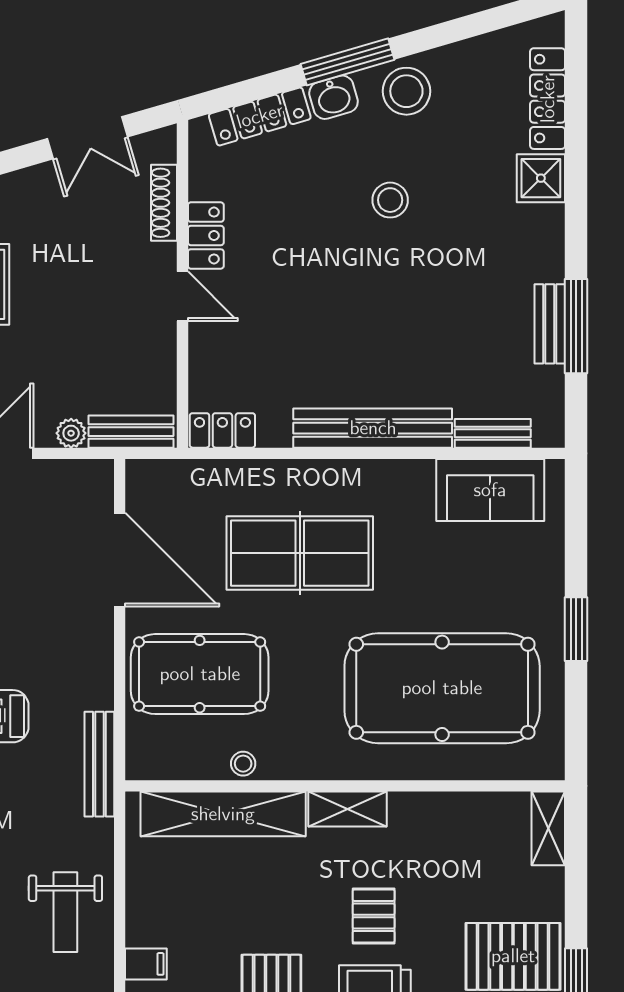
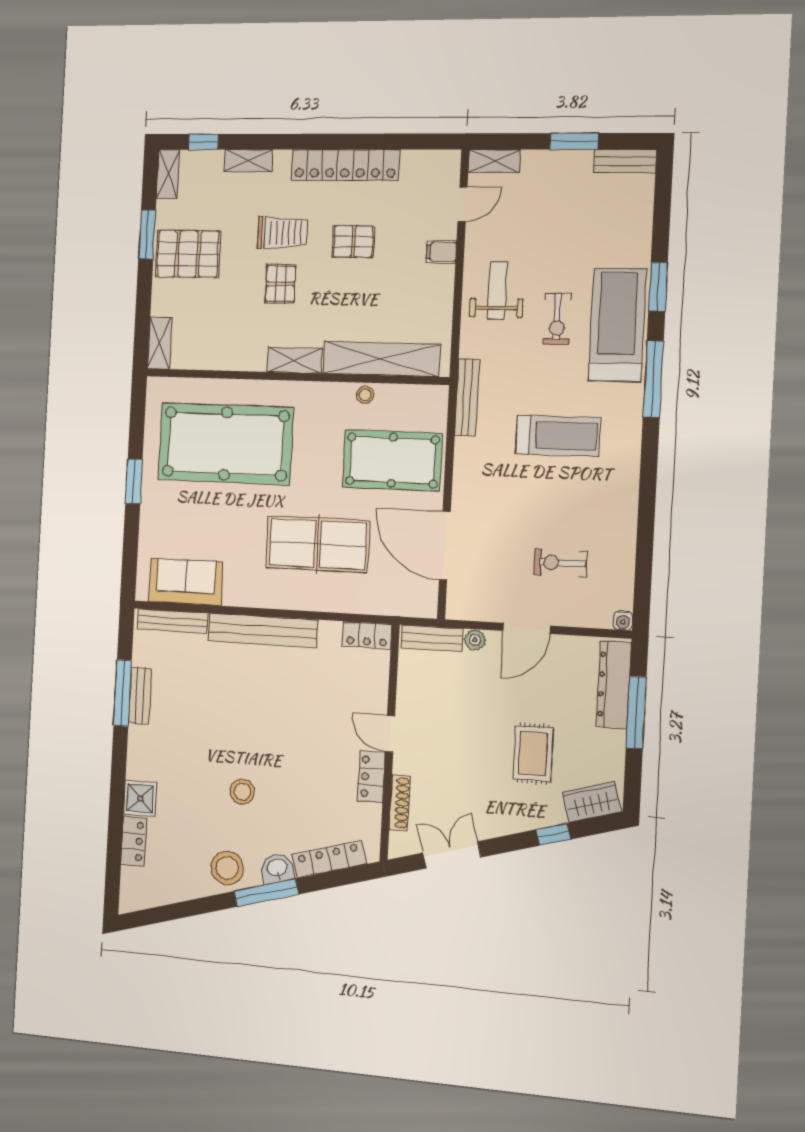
locker: (548, 99) -> (134, 841), width x0.66
bench: (493, 433) -> (173, 621), width x1.36

